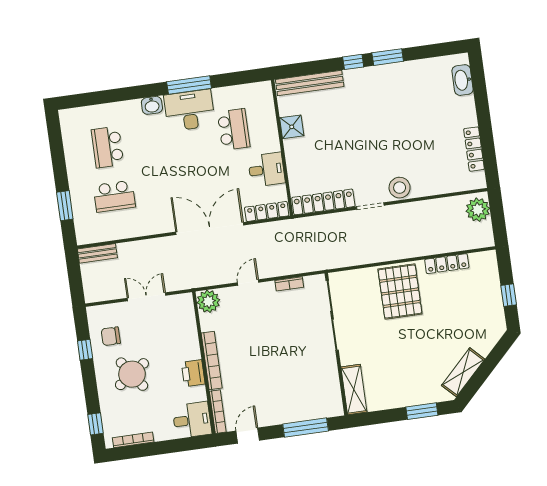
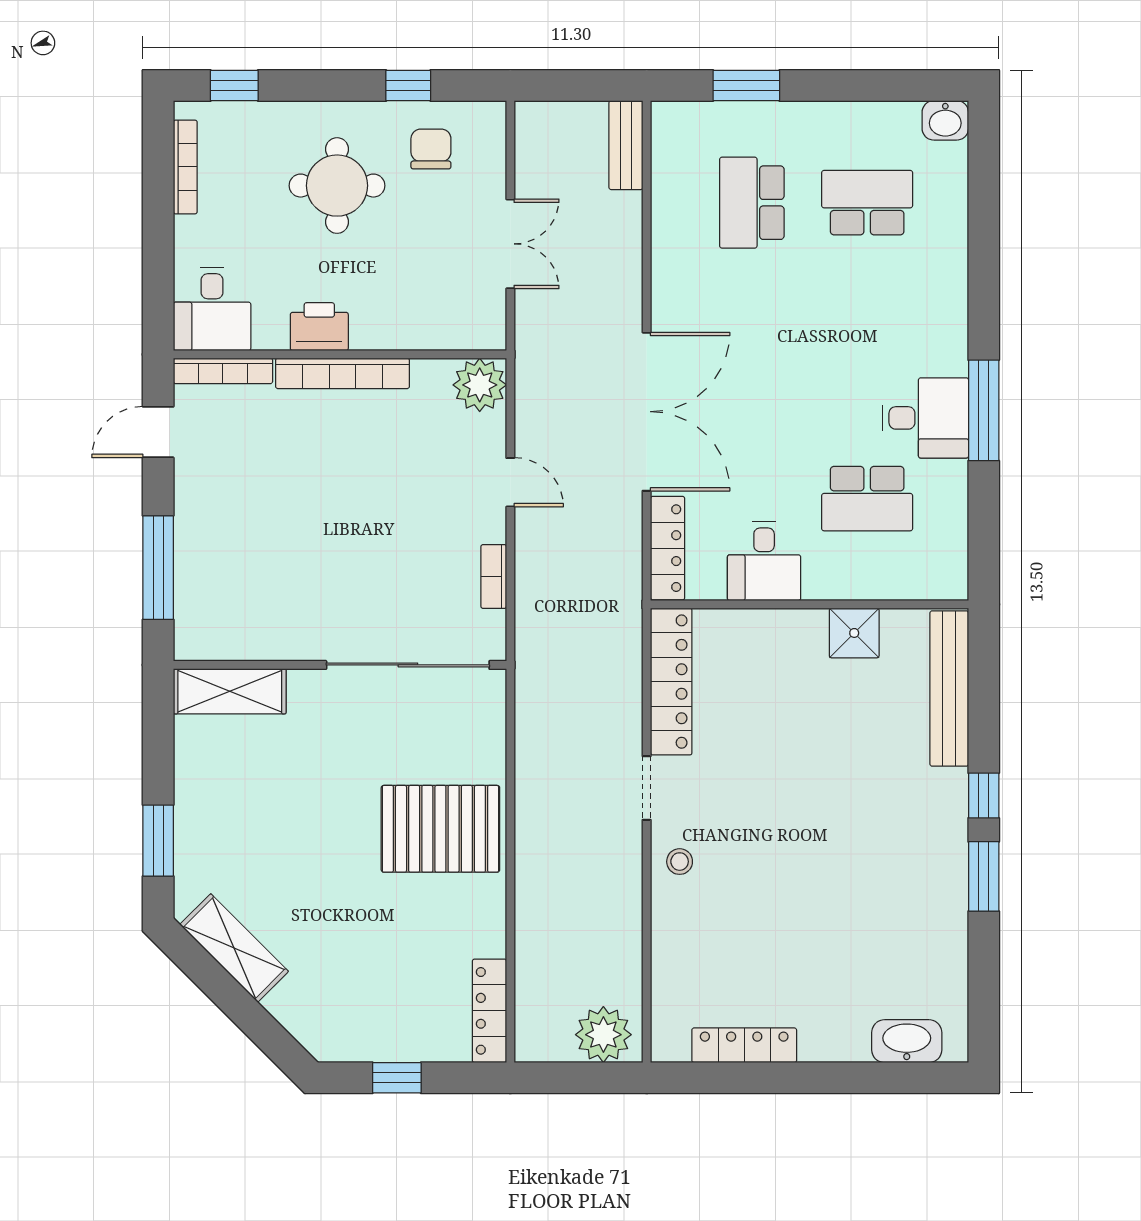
washbasin: (152, 105) -> (945, 120), moved, turned -90
desk: (189, 110) -> (925, 418), width x0.73
stool: (400, 188) -> (680, 862), width x0.53, depth x0.53
locker: (447, 264) -> (489, 1011), moved
round table: (132, 374) -> (337, 186), turned 35
door: (248, 436) -> (158, 432), swing flipped

